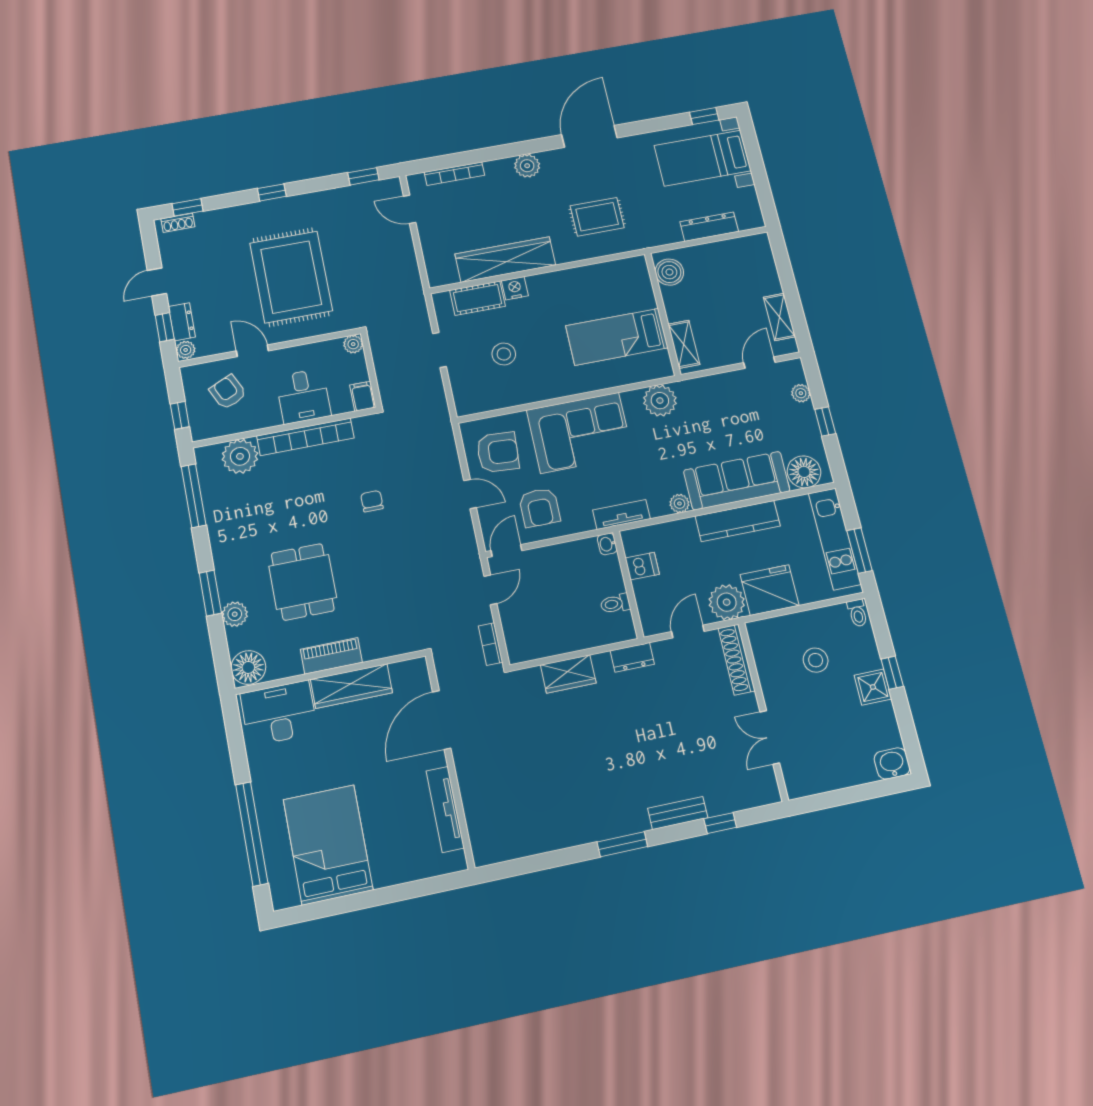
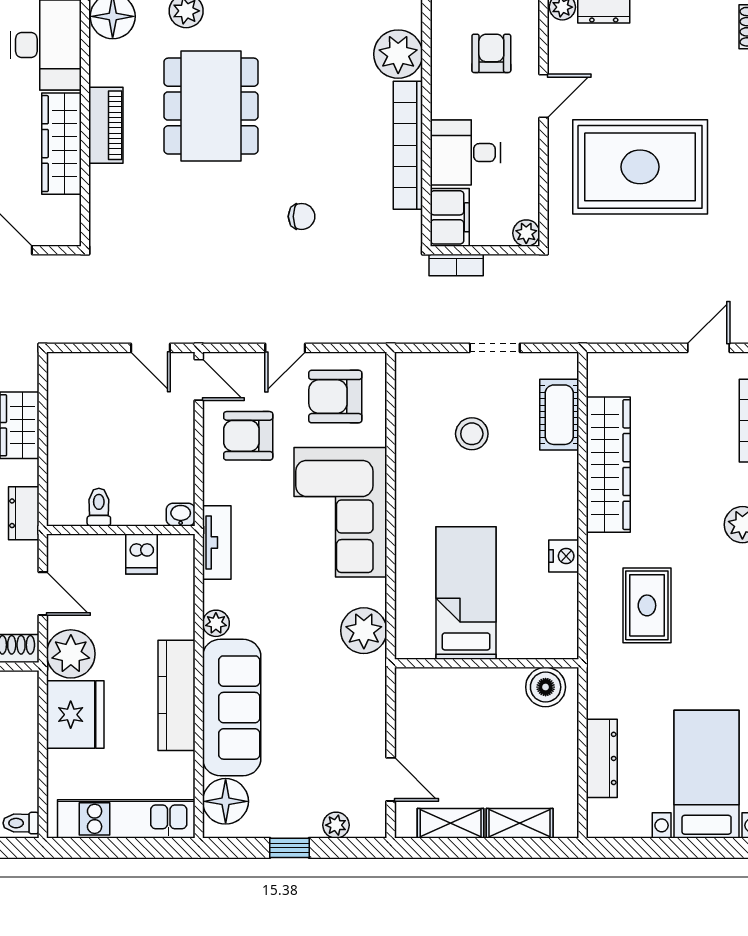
nightstand: (515, 288) -> (564, 556), moved
shelving: (684, 344) -> (520, 823), moved
armchair: (228, 392) -> (491, 53), turned -65
filing cabinet: (363, 396) -> (450, 217), width x2.00
armchair: (498, 452) -> (335, 397), turned 86
window: (860, 551) -> (104, 848), removed
dining table: (303, 582) -> (211, 106), width x1.38
bookcase: (491, 644) -> (456, 265), moved, turned 180

